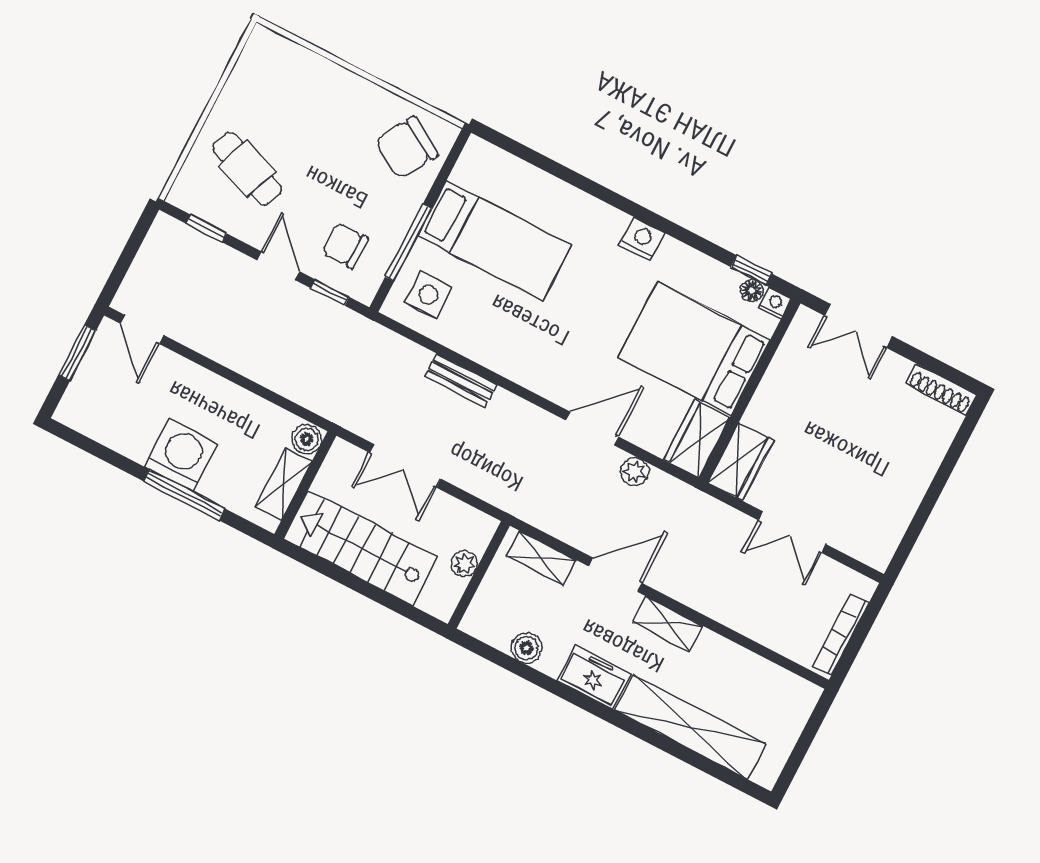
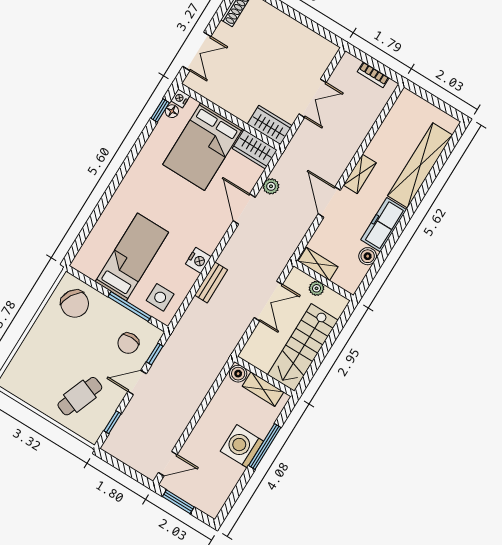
nightstand: (642, 239) -> (198, 260), moved, turned 180
double door: (405, 466) -> (268, 301), moved
shelving: (541, 558) -> (318, 264), moved, turned 90
bookcase: (841, 634) -> (373, 75), width x0.64
freezer: (594, 677) -> (384, 225), width x1.40

